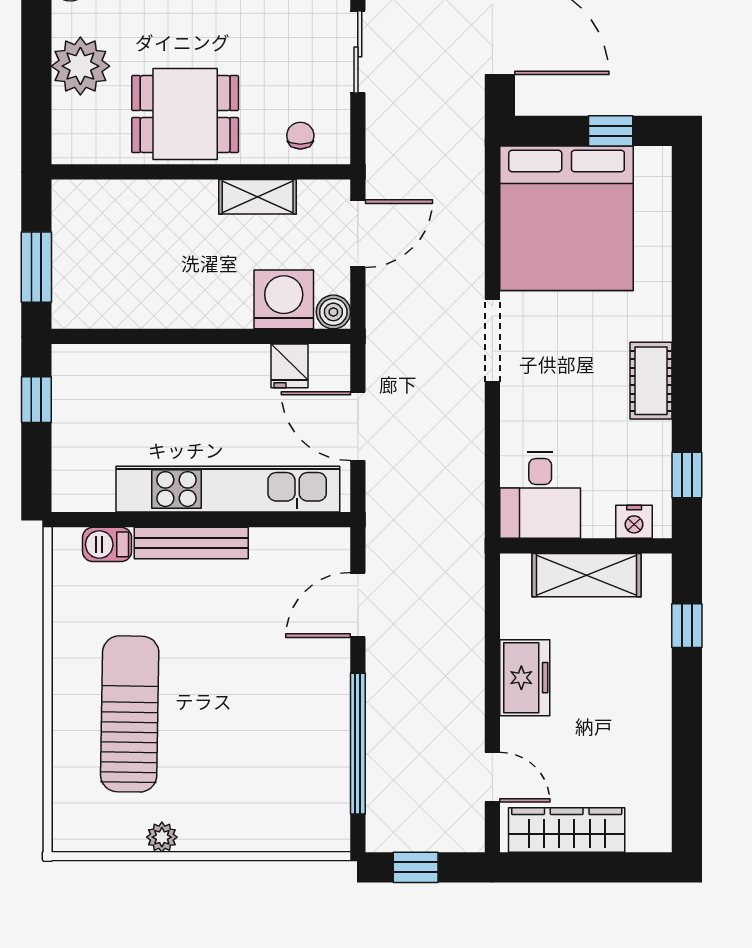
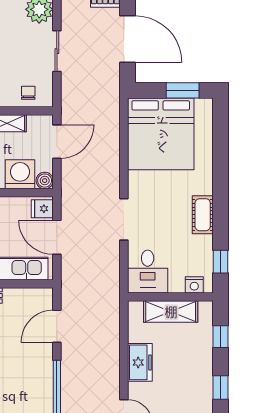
window: (611, 131) -> (183, 90), width x1.50
doorway: (492, 340) -> (124, 219), moved
fridge: (290, 366) -> (42, 209), moved, turned 90
window: (687, 728) -> (221, 388), added

